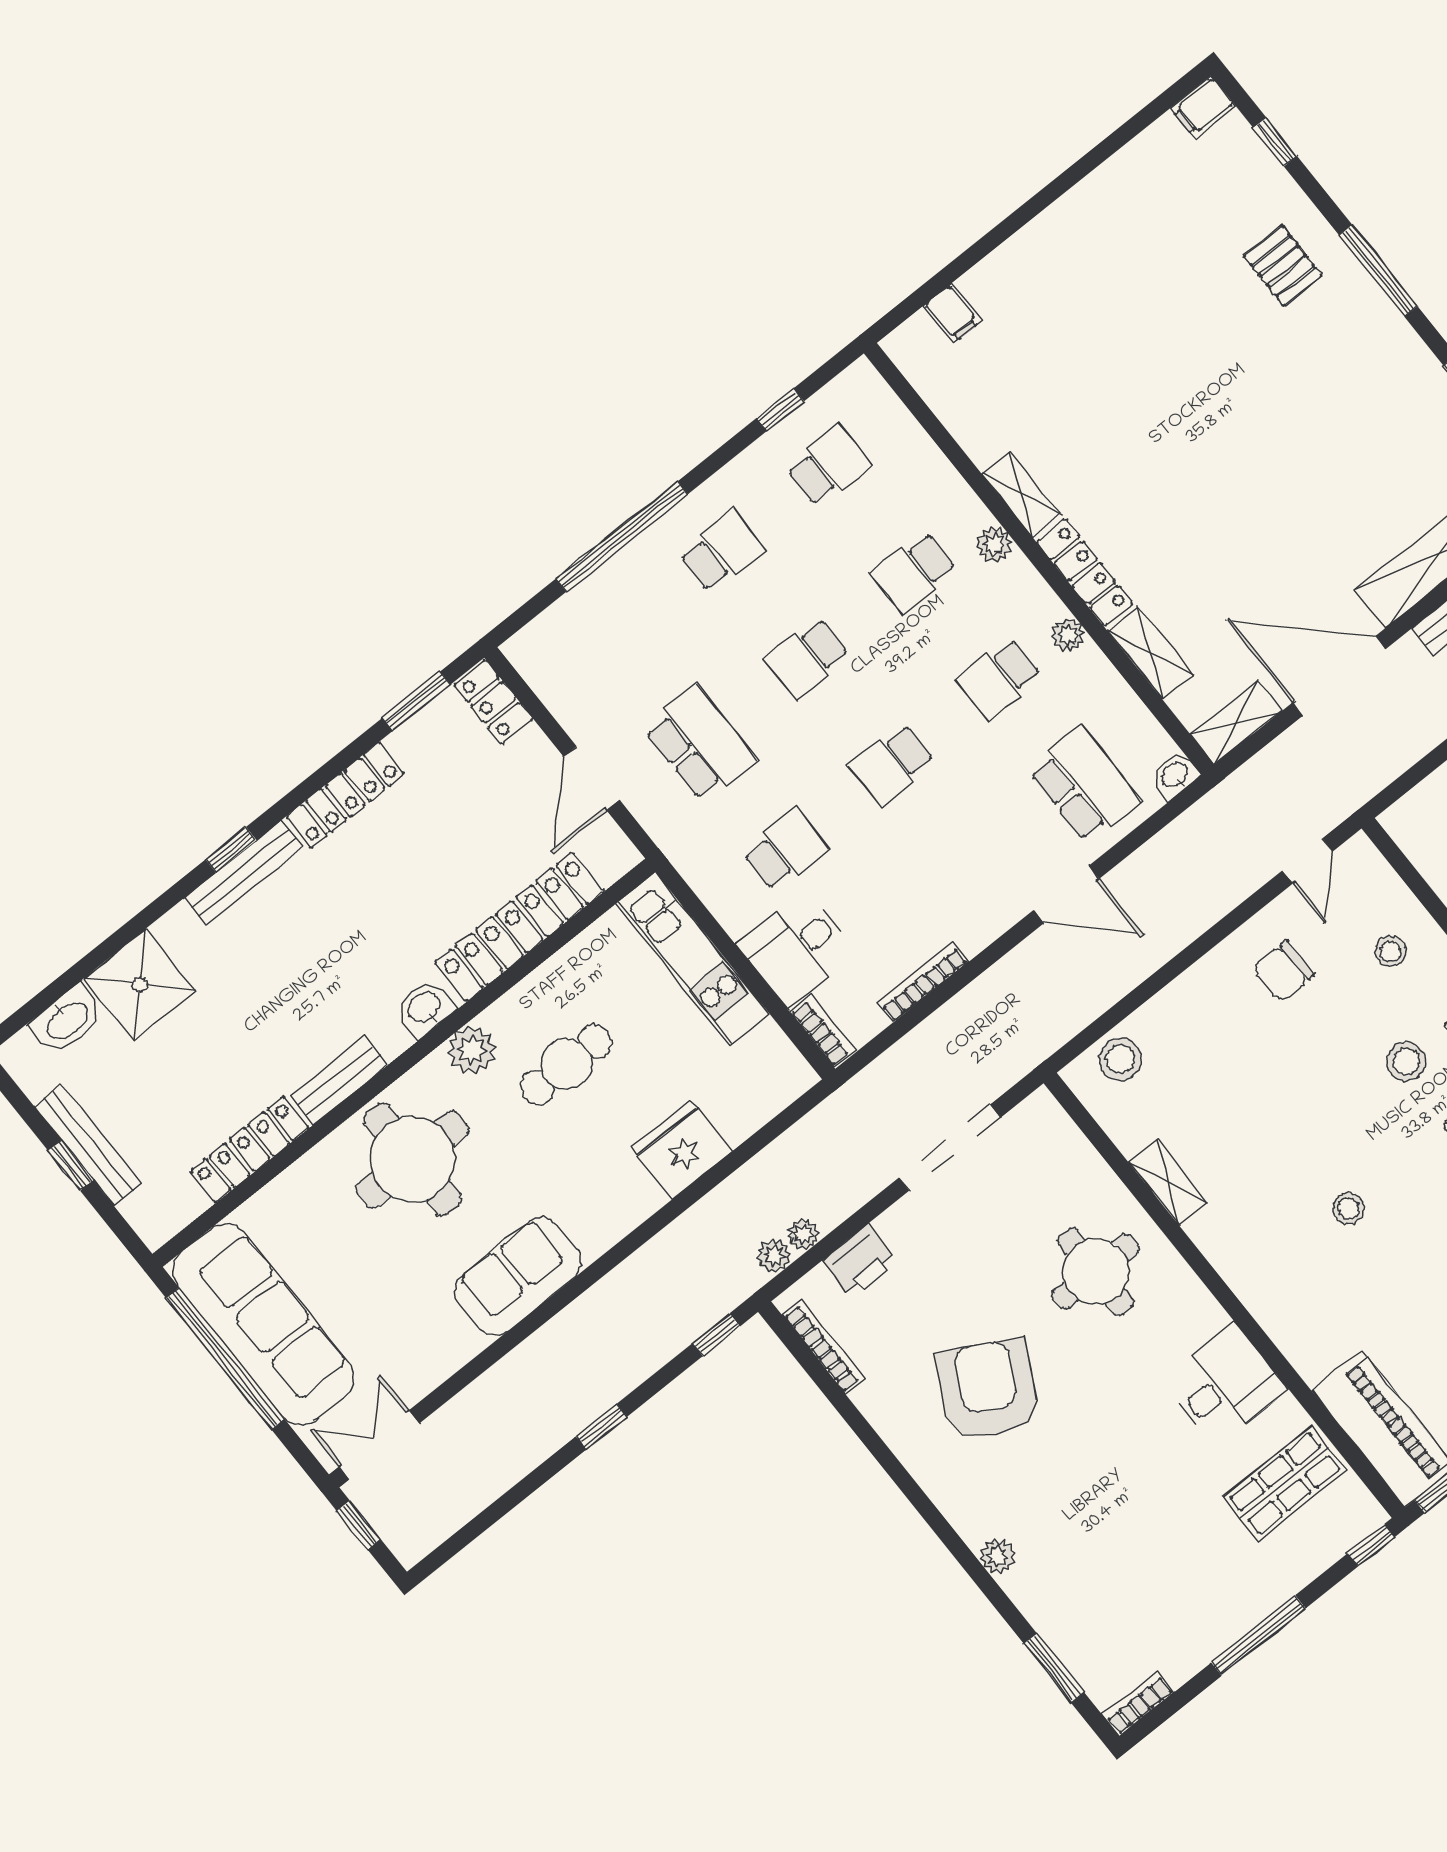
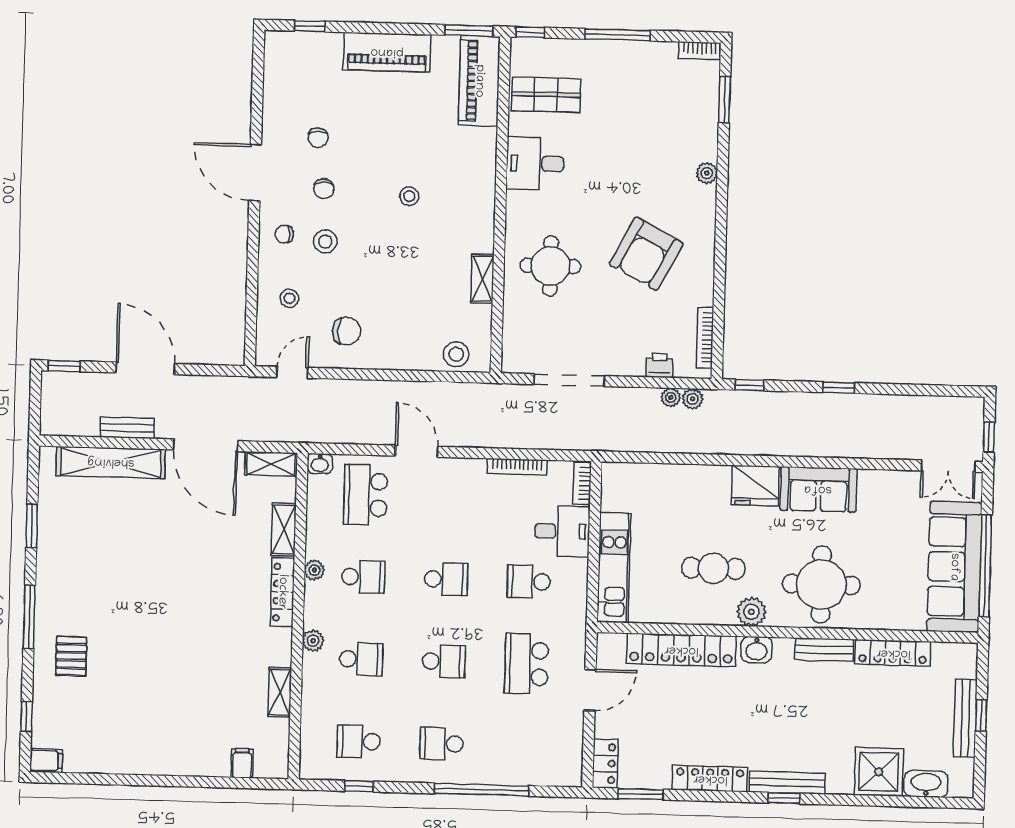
shelving: (1021, 494) -> (280, 692), moved
fridge: (681, 1150) -> (755, 486), moved
printer: (860, 1261) -> (660, 366), width x0.73, depth x0.81

